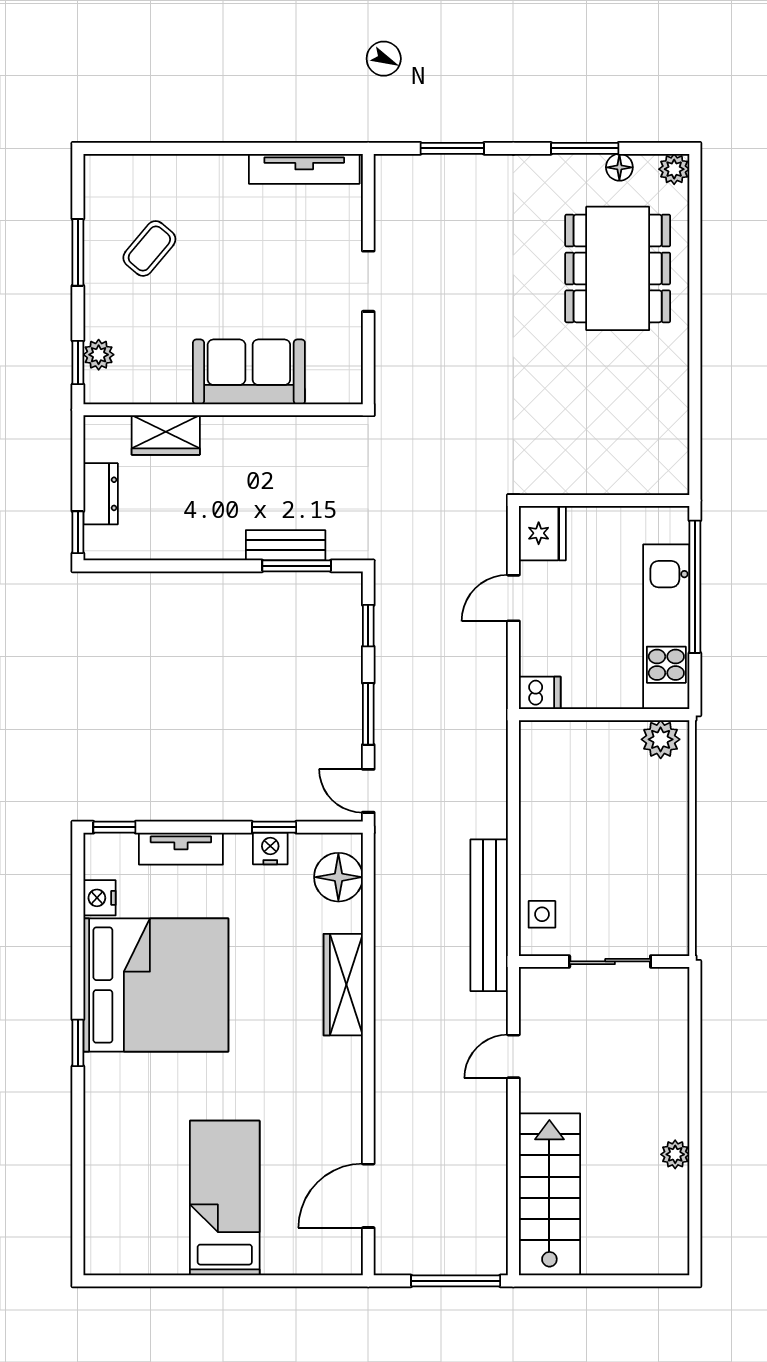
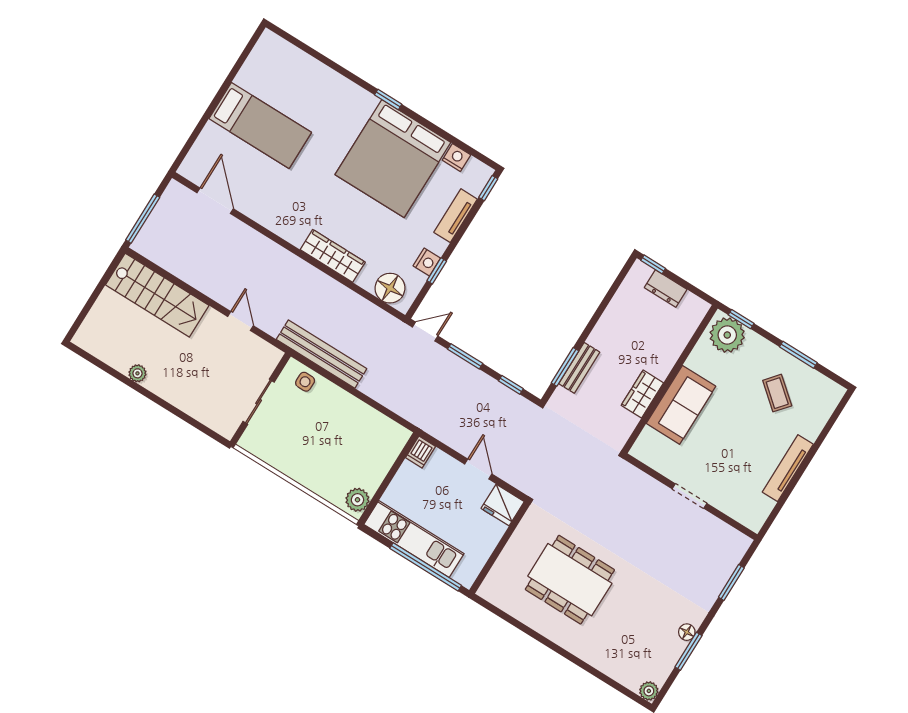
floor lamp: (619, 167) -> (687, 632), moved
tv unit: (304, 169) -> (788, 468), moved
dining table: (618, 268) -> (570, 580), moved
plant: (99, 355) -> (727, 335), width x1.87, depth x1.87
wardrobe: (166, 435) -> (642, 394), moved

